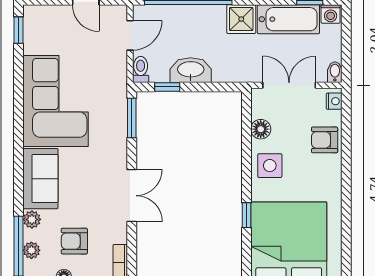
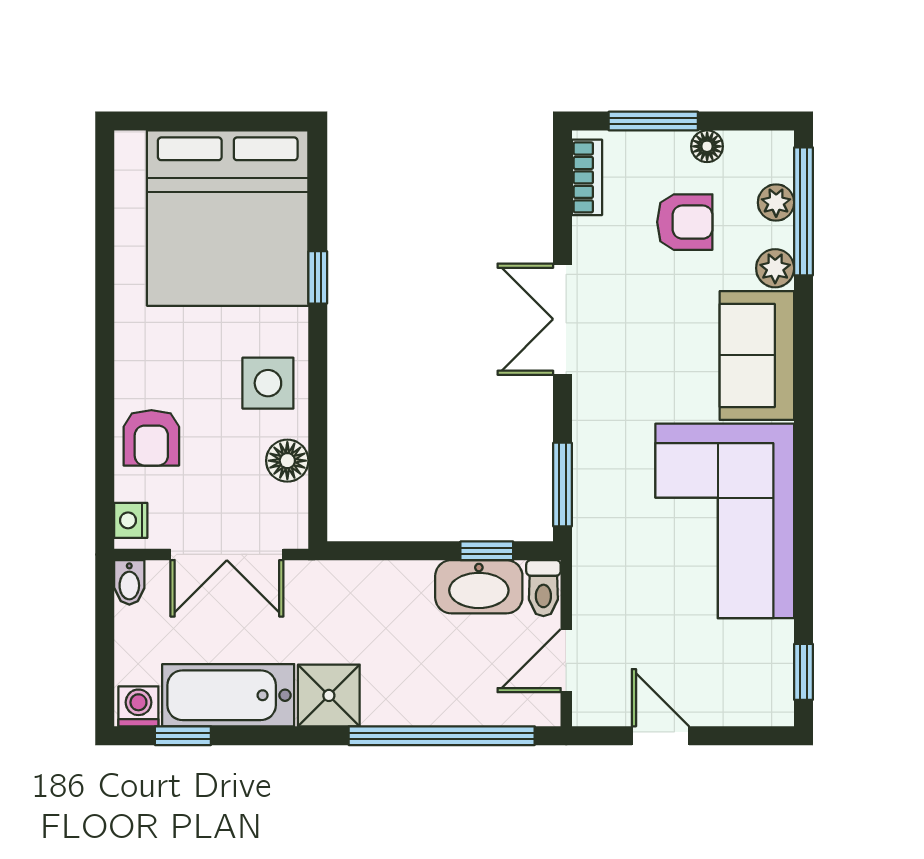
washbasin: (191, 70) -> (479, 587), moved
armchair: (325, 140) -> (151, 438), turned 90

